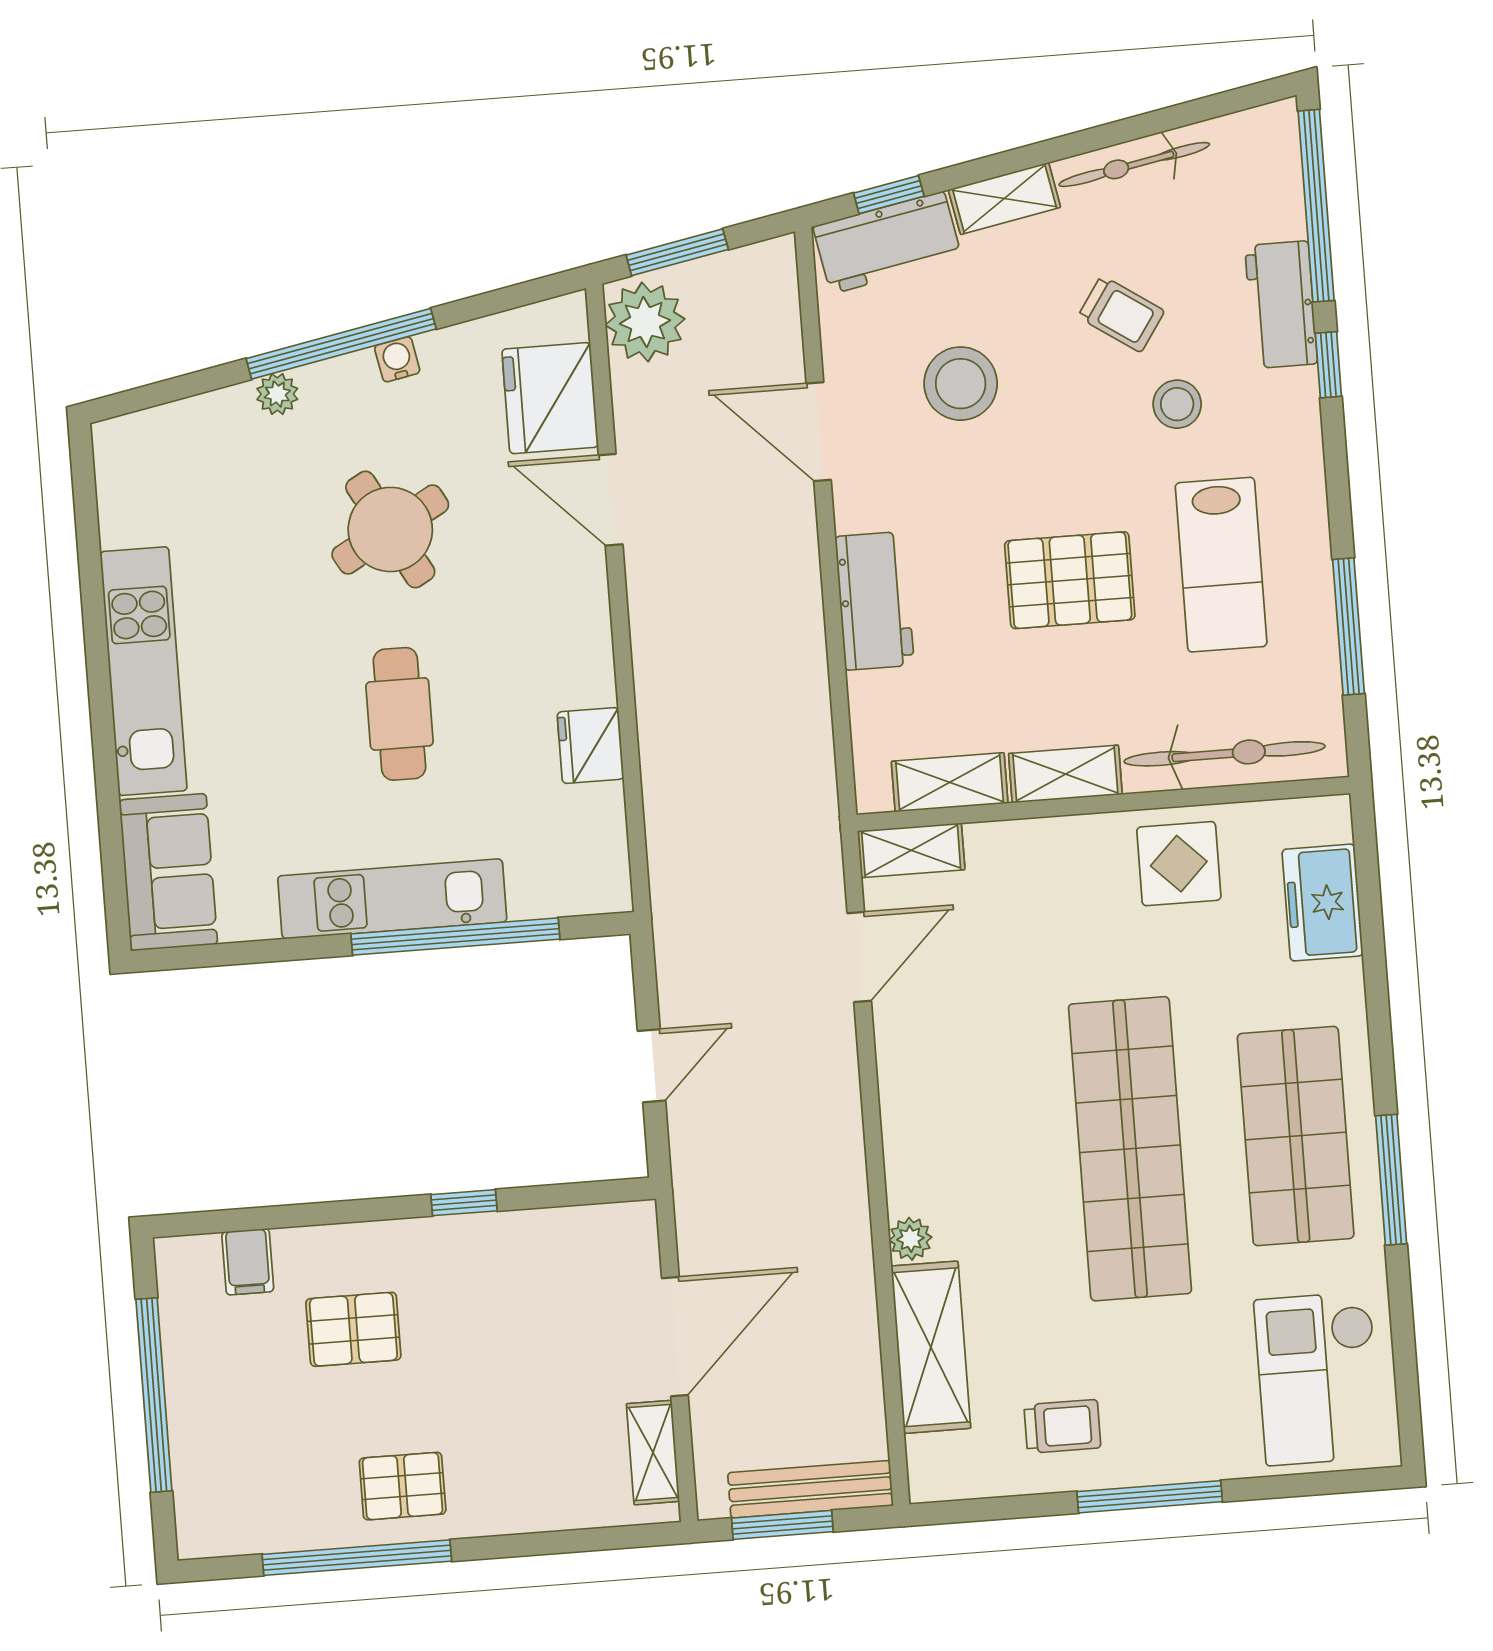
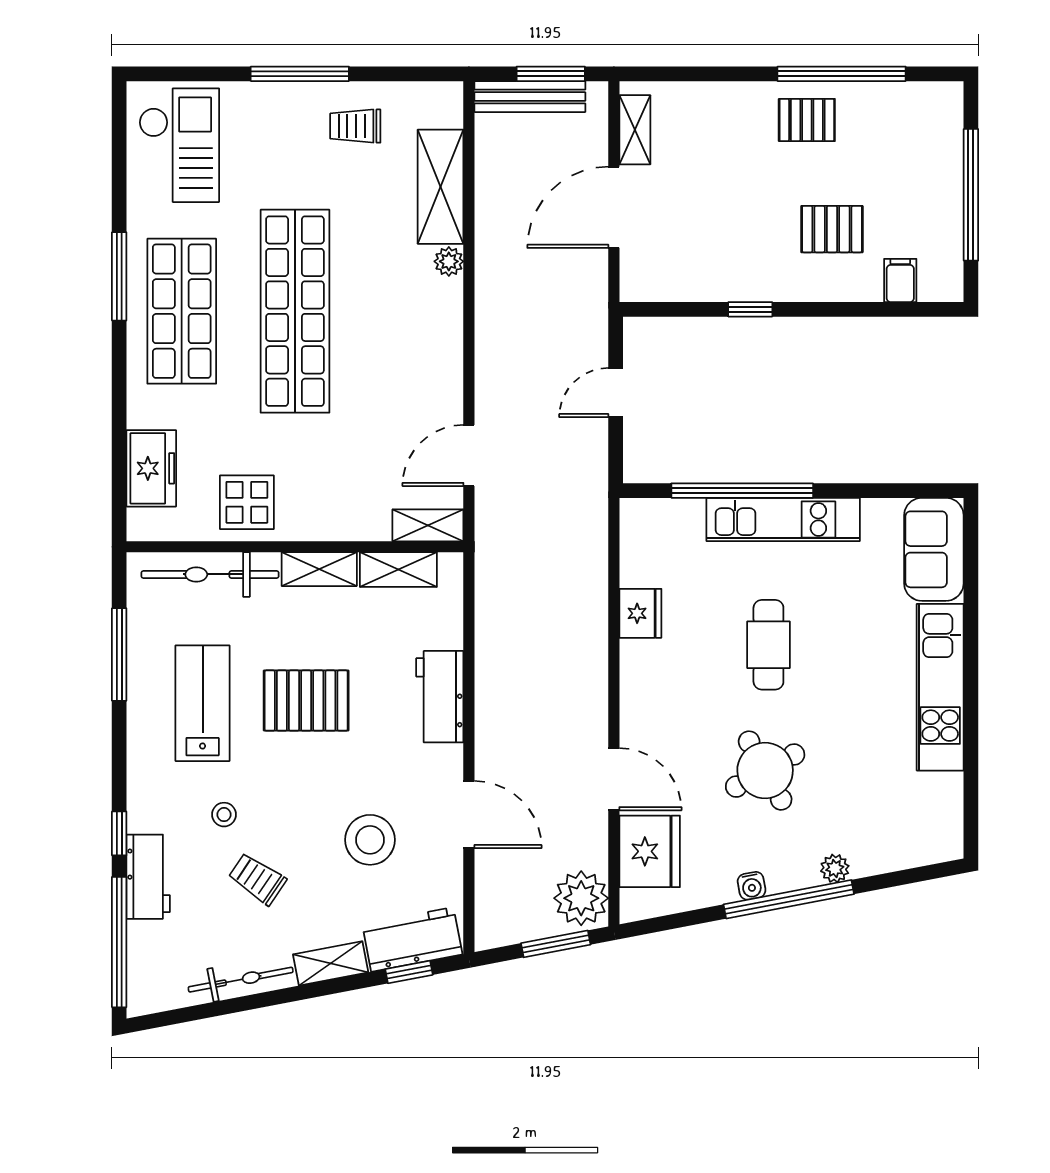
stool: (1177, 404) -> (224, 815), width x0.73, depth x0.73

